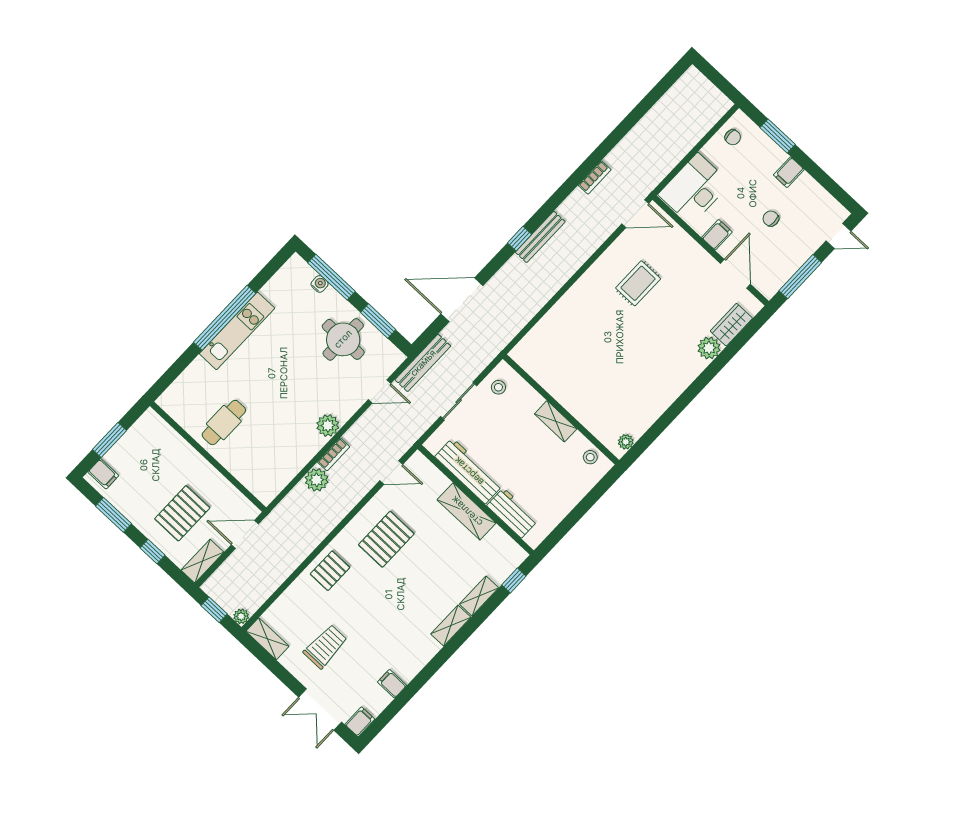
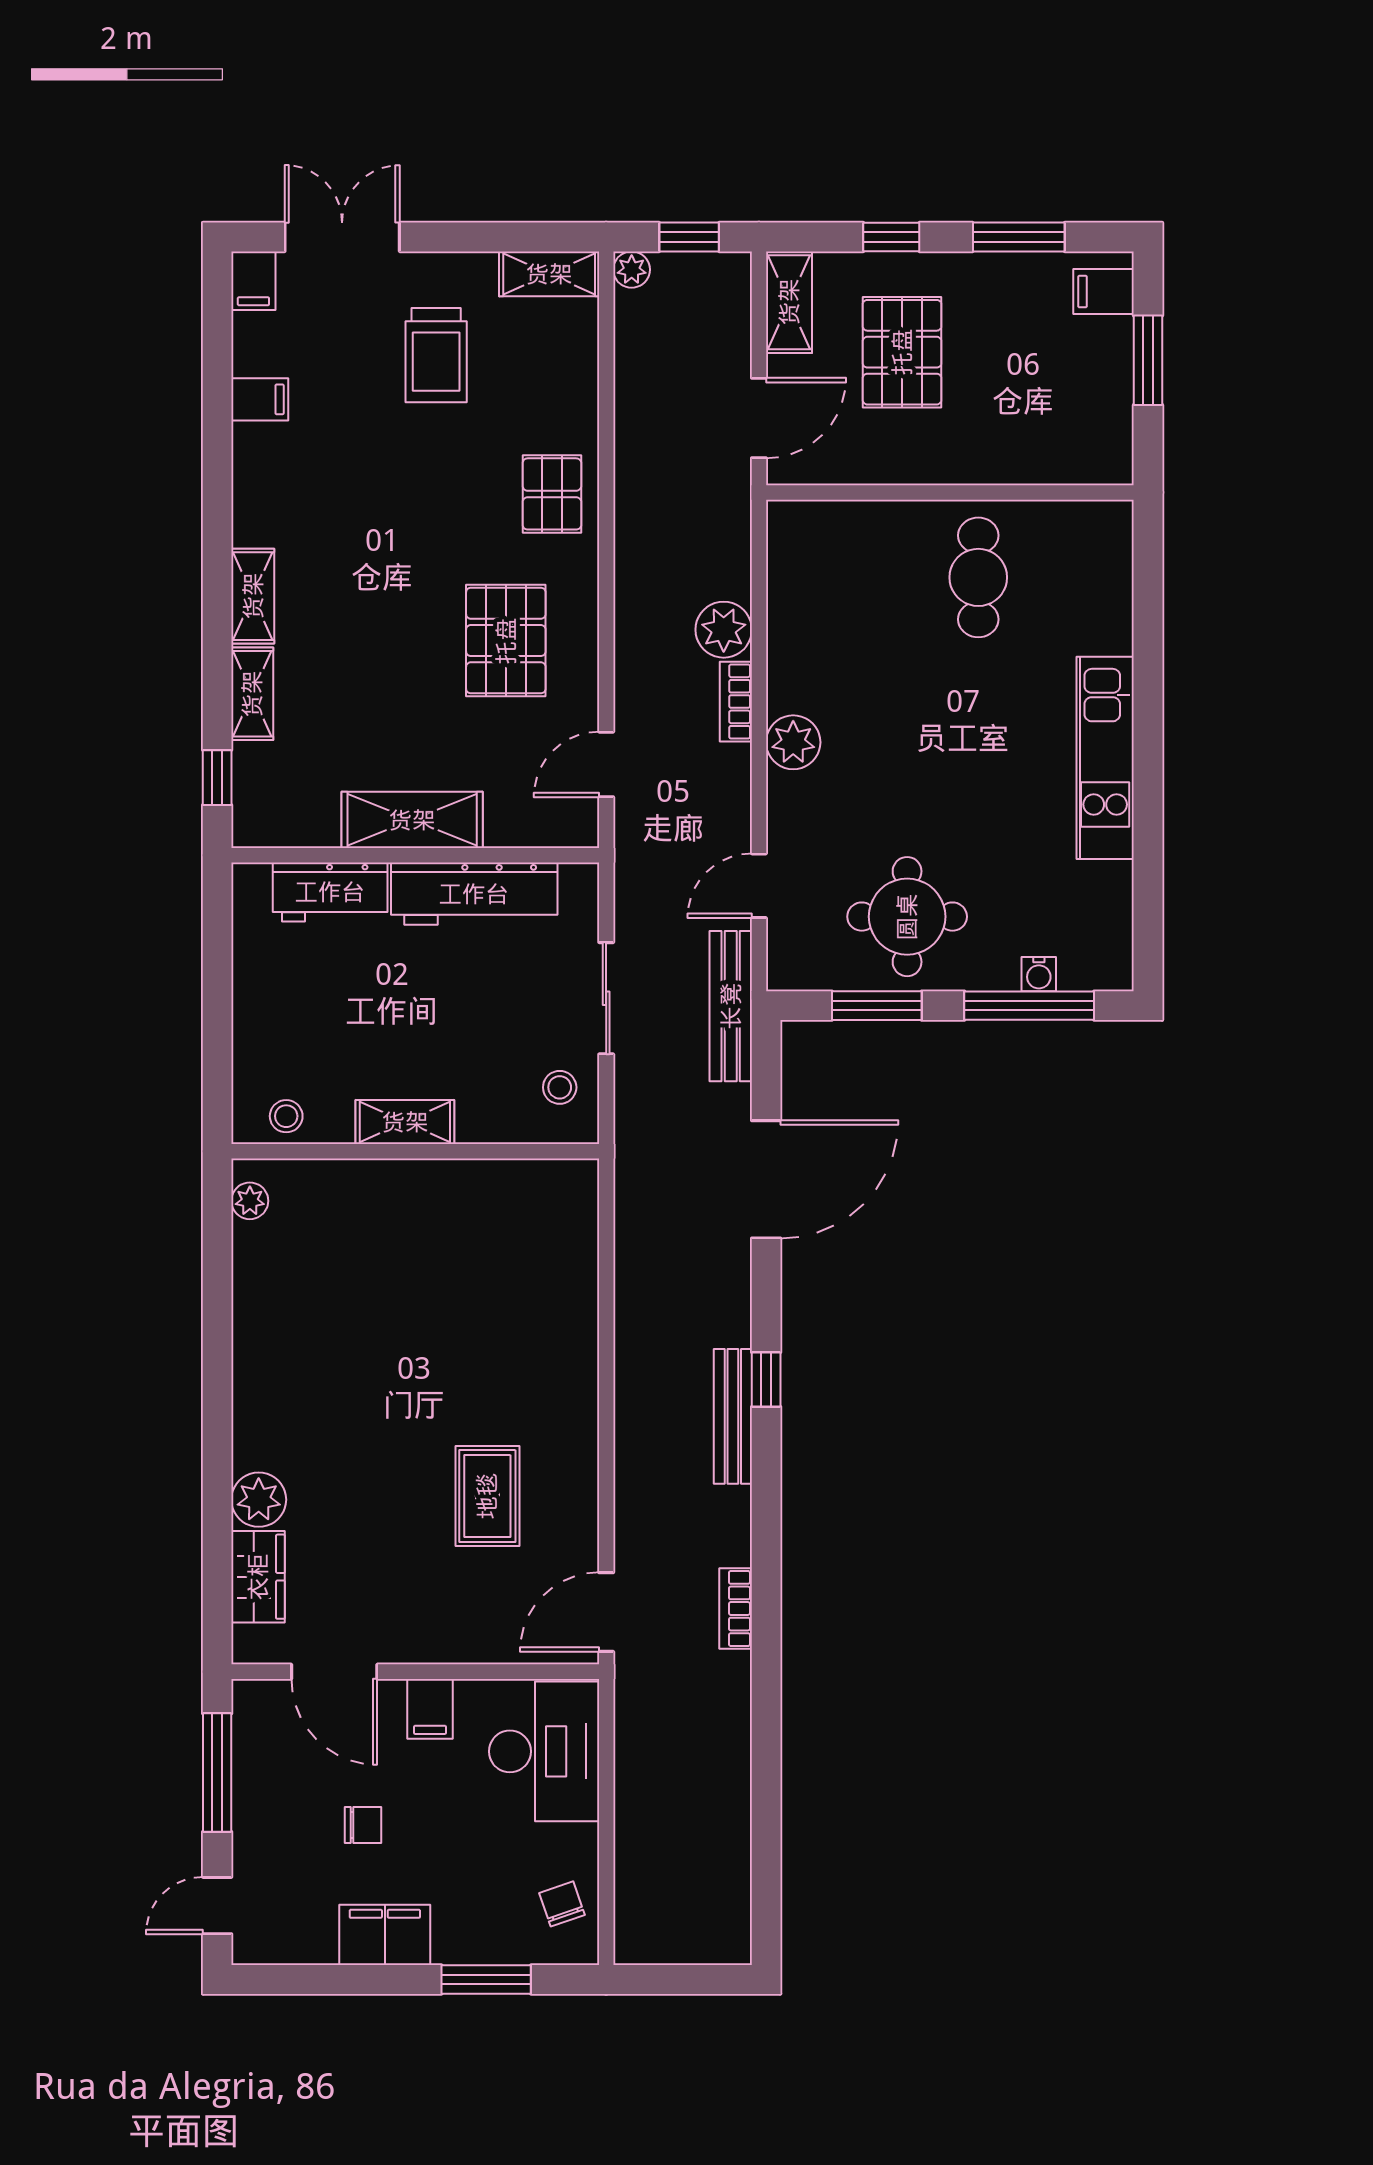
chair: (733, 137) -> (562, 1904), turned 71
filing cabinet: (789, 172) -> (385, 1935), width x2.00
window: (225, 318) -> (1148, 760), removed

